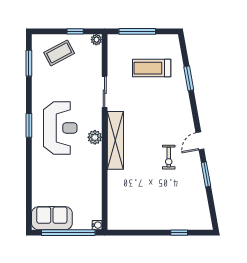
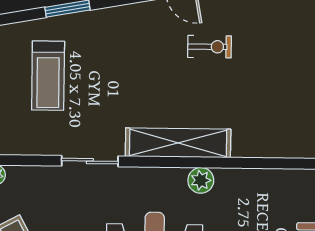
plant: (95, 137) -> (201, 180), moved

